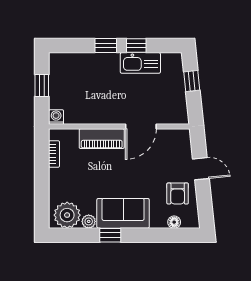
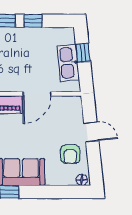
kitchen sink: (140, 63) -> (68, 63), moved, turned 84
floor lamp: (174, 222) -> (82, 180), moved

